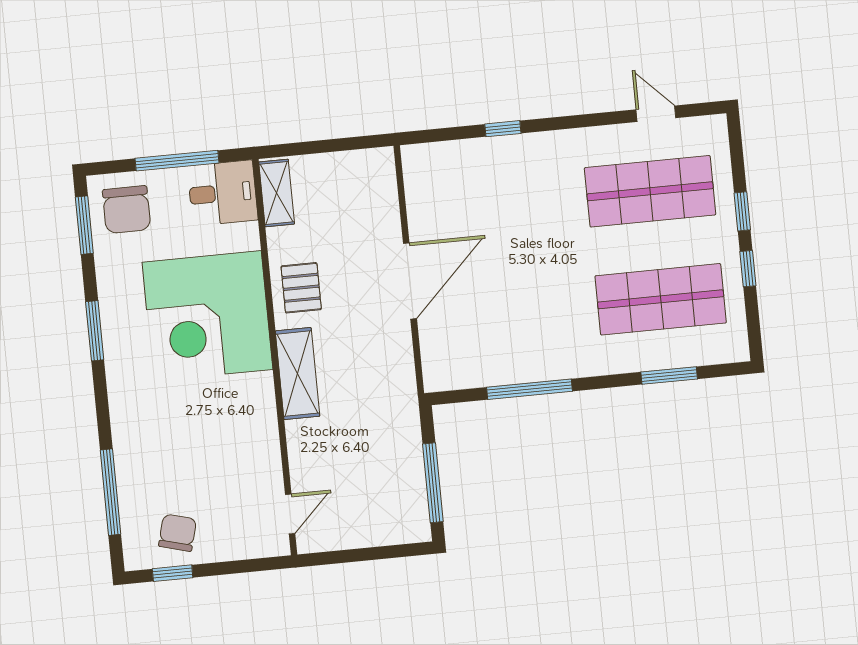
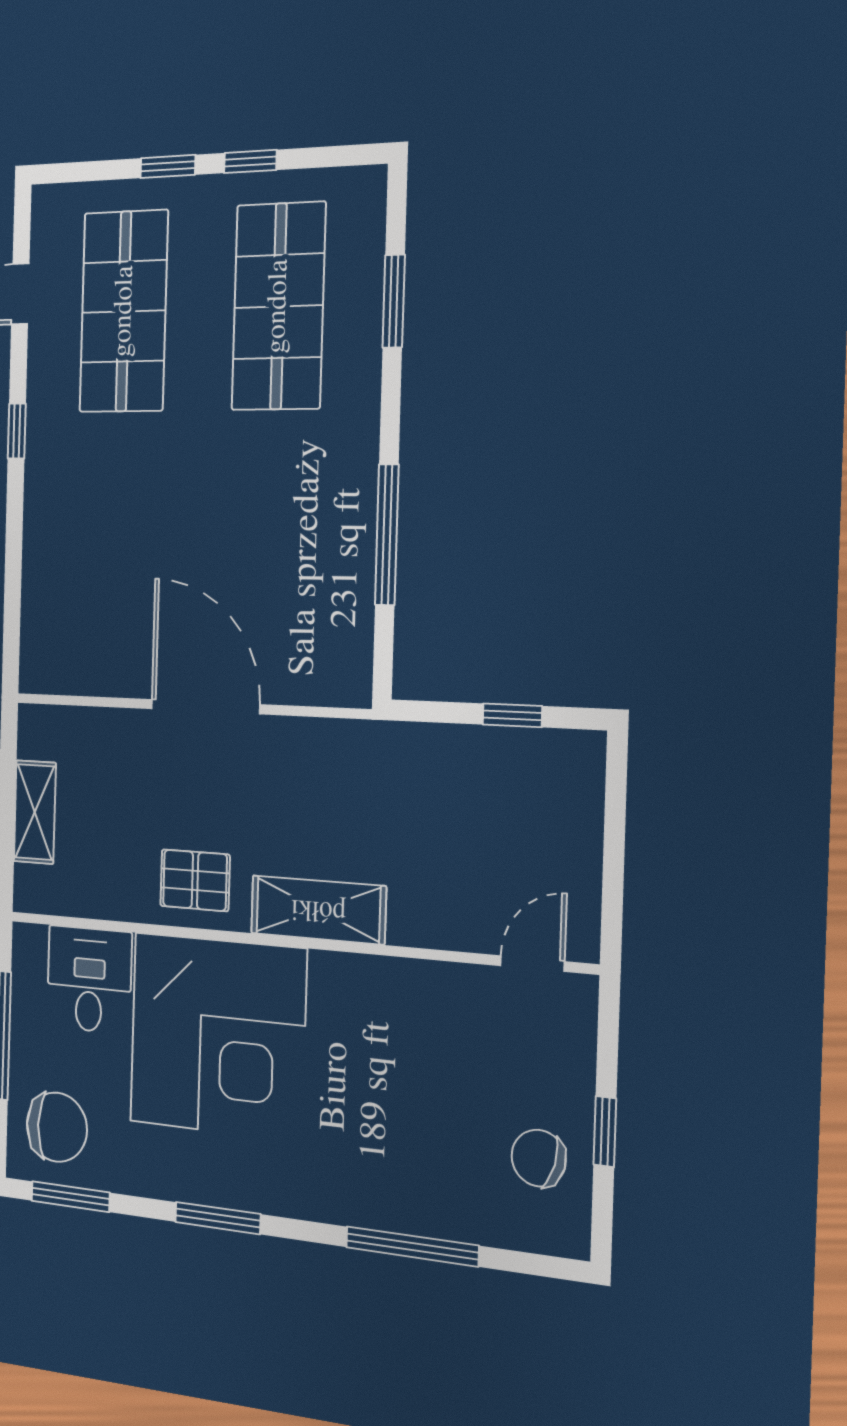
window: (503, 129) -> (17, 431), moved
desk: (223, 193) -> (89, 980), moved
shelving: (277, 193) -> (35, 812), moved, turned 90
window: (433, 483) -> (512, 715), width x0.46
window: (110, 492) -> (412, 1246), moved
door: (290, 514) -> (532, 964), hinge flipped
window: (173, 573) -> (605, 1132), moved

